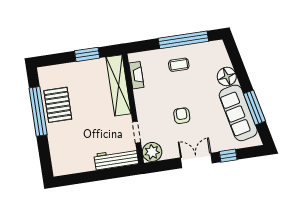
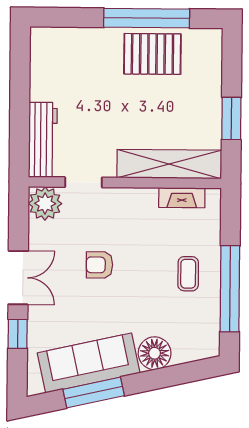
armchair: (182, 116) -> (99, 265), turned 180

